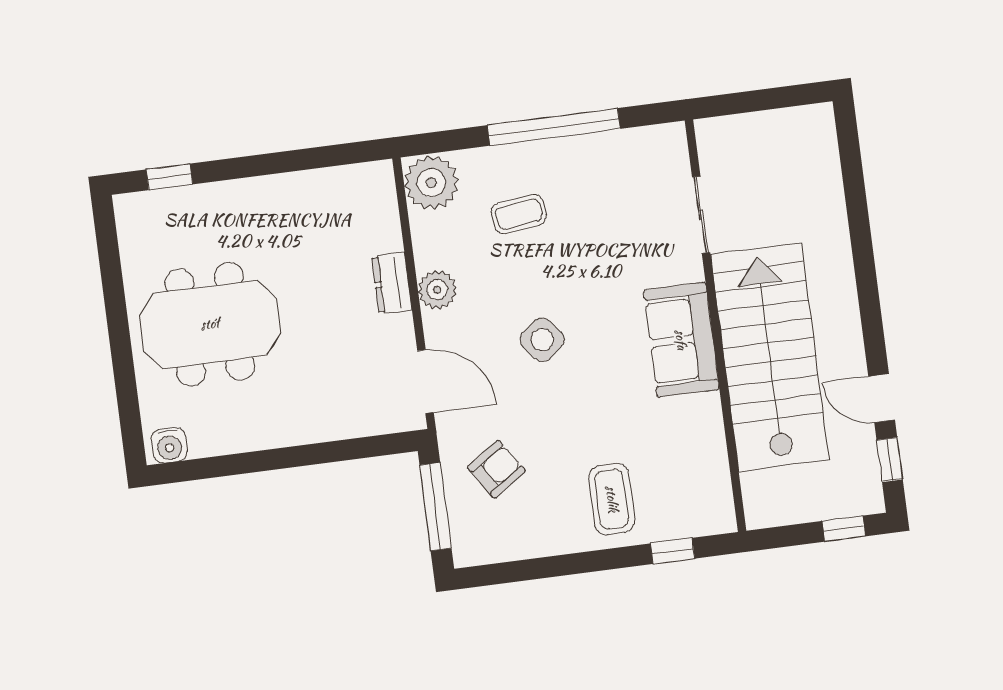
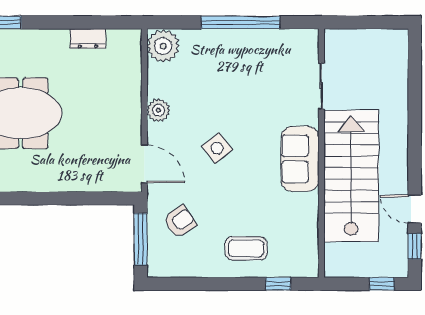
coffee table: (519, 214) -> (213, 72), removed
dresser: (392, 283) -> (88, 39), moved, turned -90
coffee table: (612, 499) -> (246, 248), turned 90

